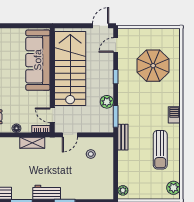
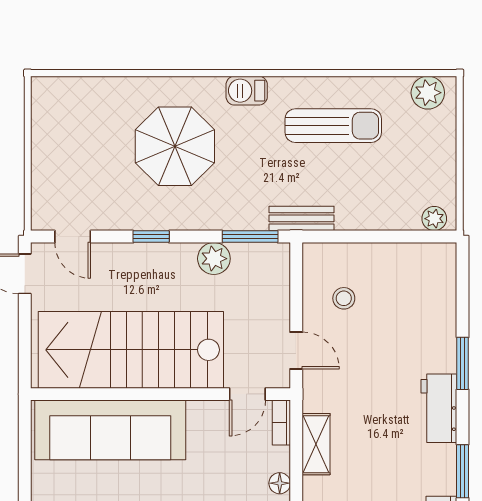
parasol: (153, 66) -> (175, 146), moved

